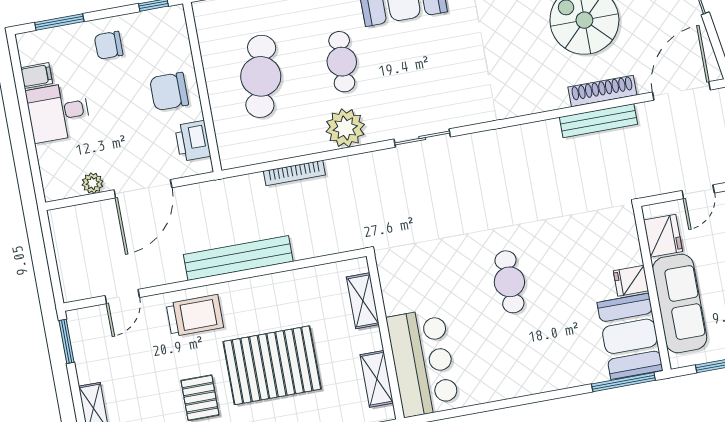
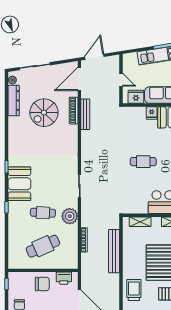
cafe table: (261, 76) -> (43, 246), turned -36
chair: (169, 91) -> (42, 284), turned -90
door: (681, 91) -> (79, 79), hinge flipped
bench: (238, 258) -> (114, 251), moved

